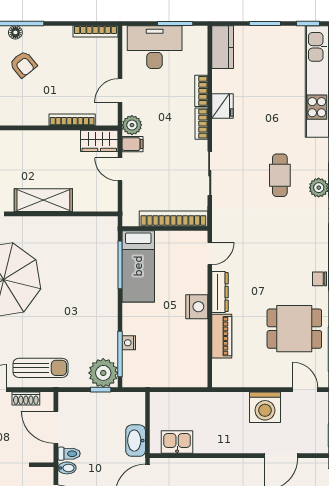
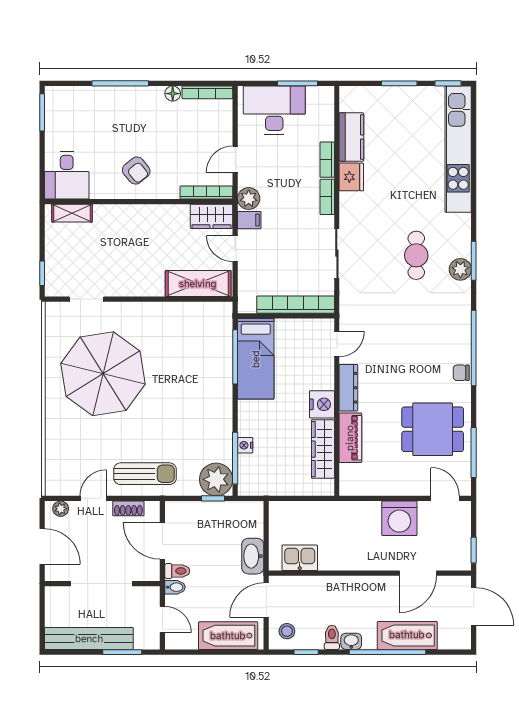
floor lamp: (15, 32) -> (173, 94), moved
kitchen counter: (223, 47) -> (351, 137), moved
armchair: (23, 64) -> (136, 171), moved
bookcase: (72, 120) -> (206, 192), moved
shelving: (43, 200) -> (198, 284), moved
wardrobe: (198, 346) -> (323, 449), added

